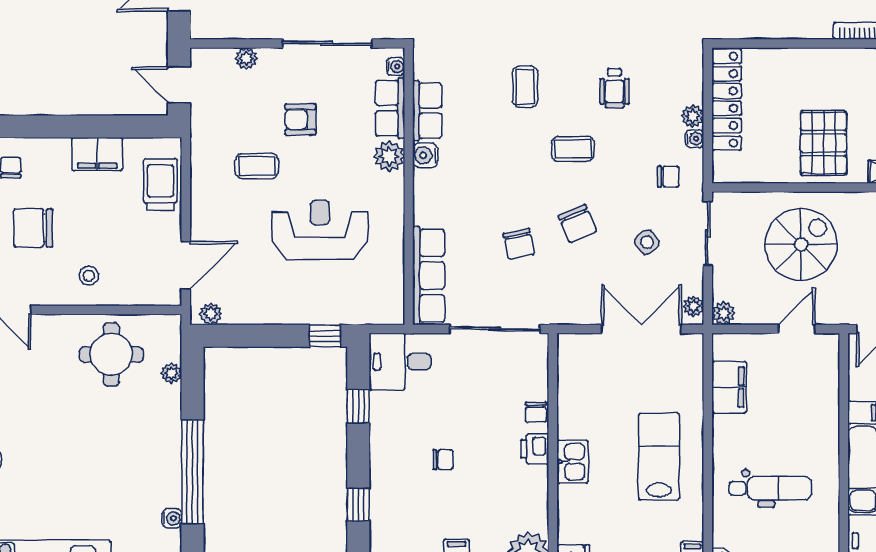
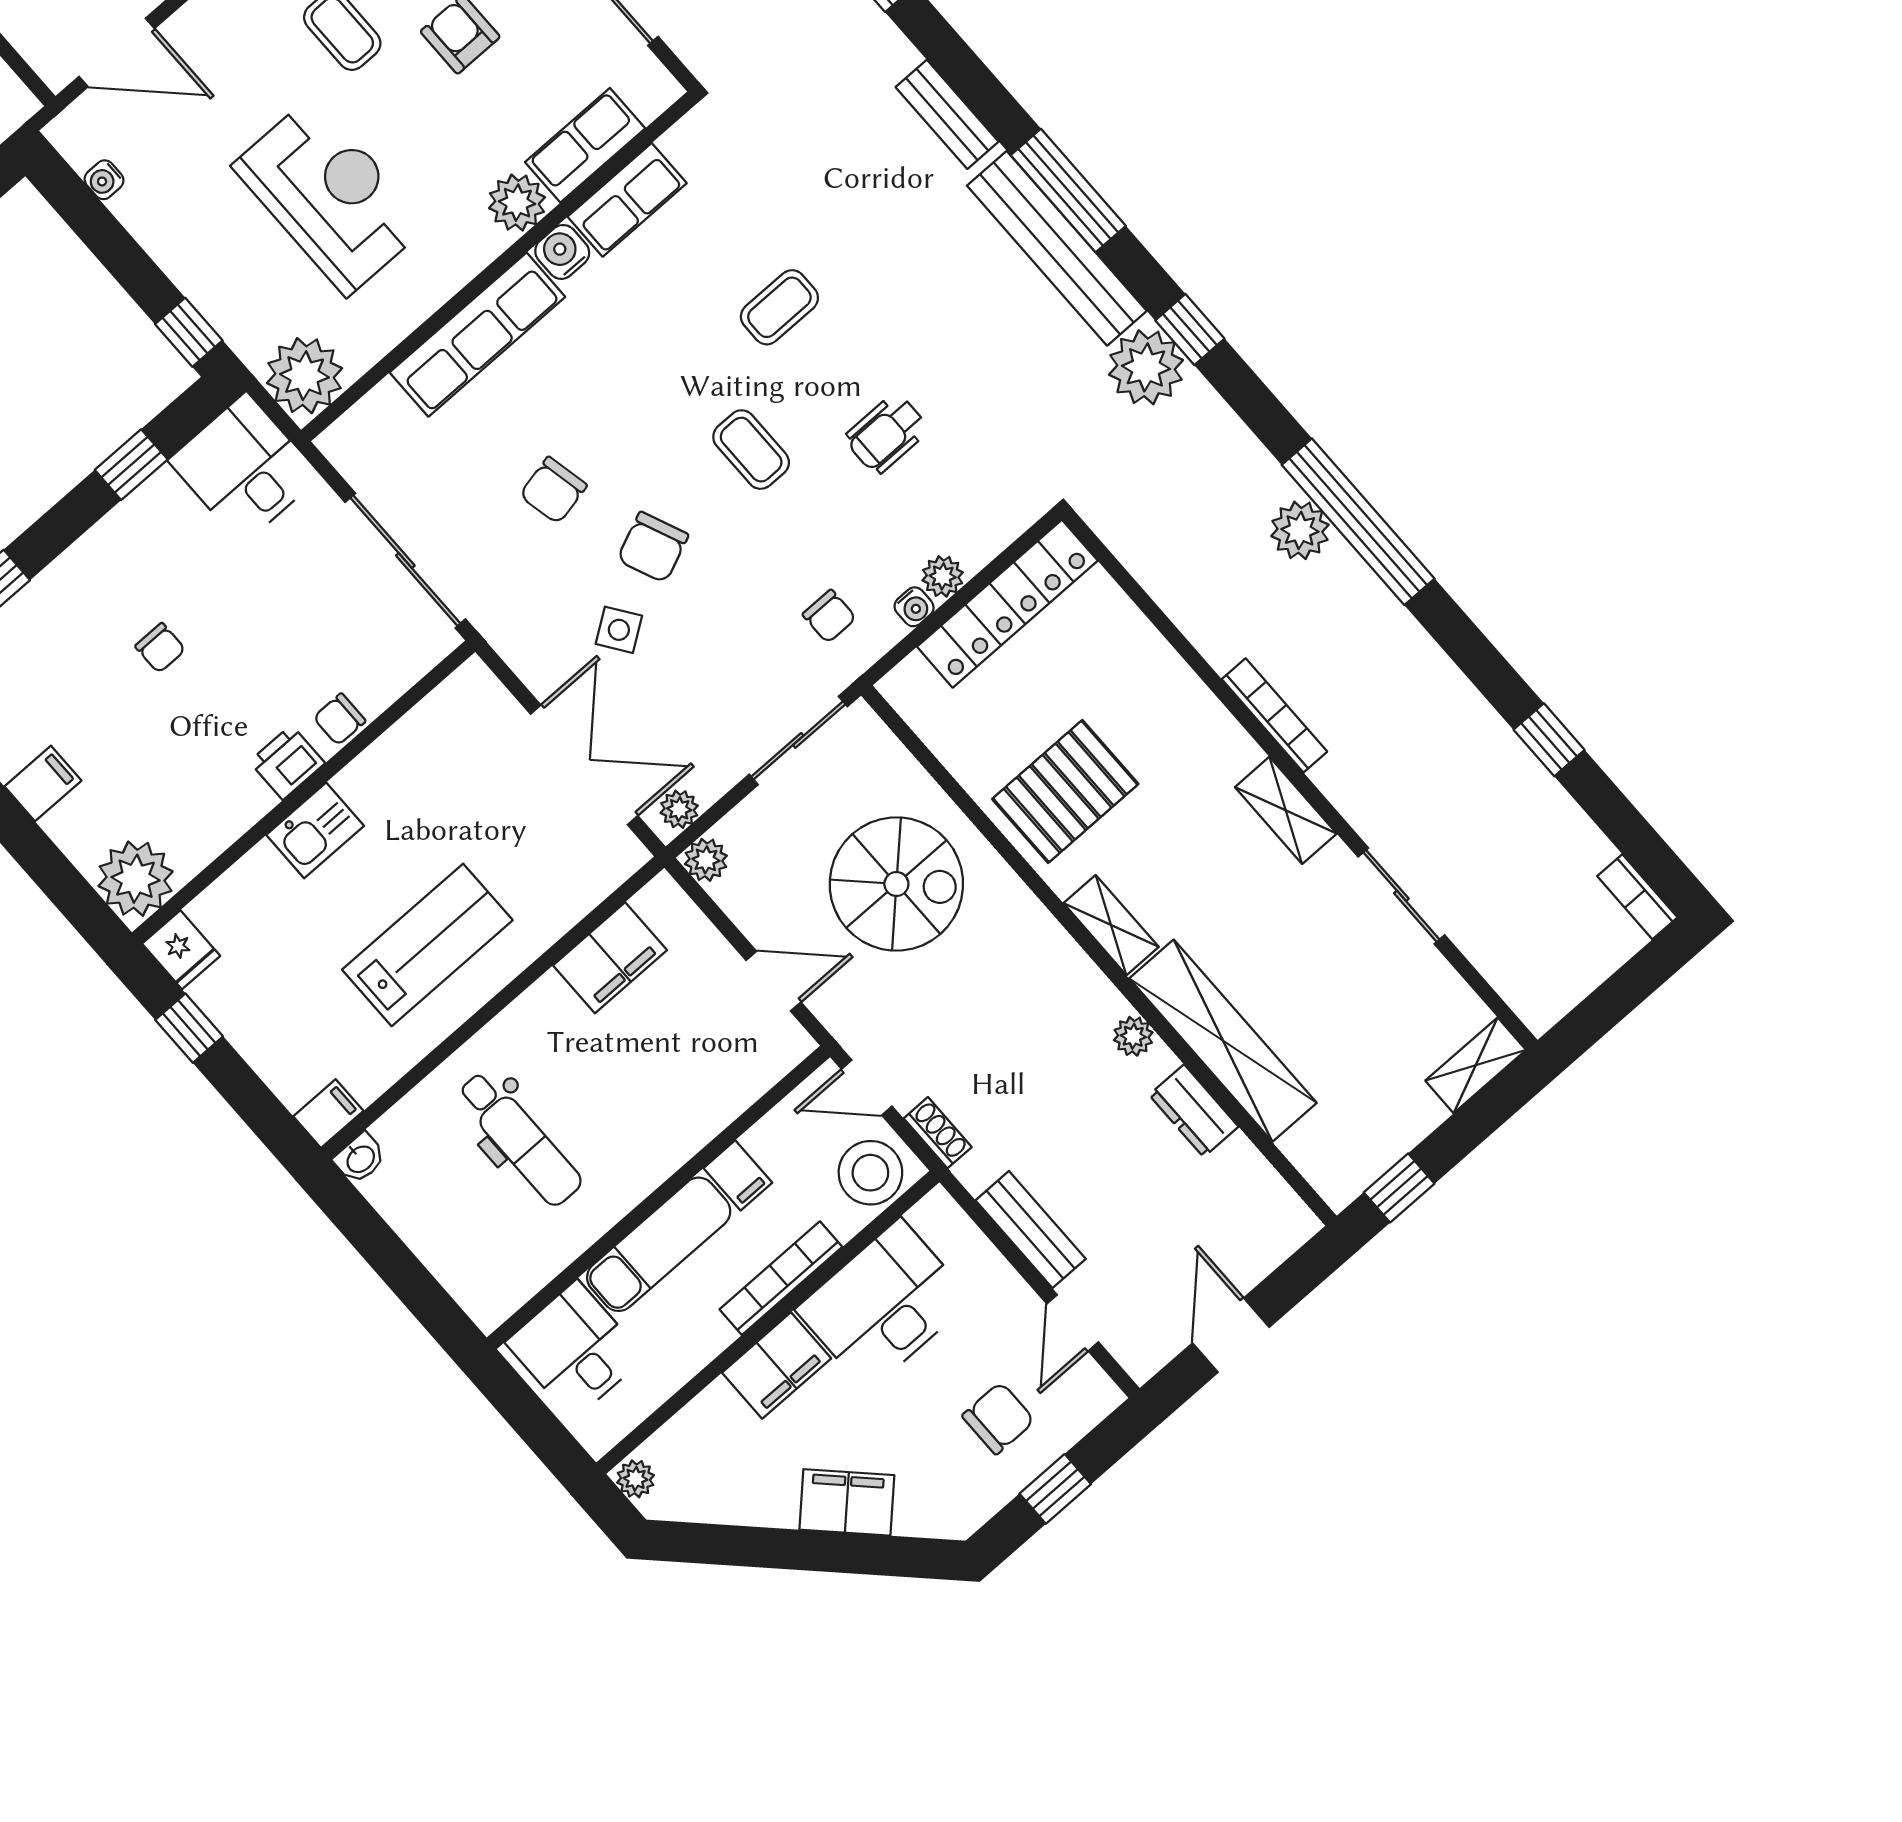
water cooler: (396, 67) -> (104, 180), moved, turned 90
side table: (647, 242) -> (619, 630), moved
row of seats: (429, 276) -> (477, 335), moved
plant: (211, 314) -> (305, 376), moved, width x1.87, depth x1.87

